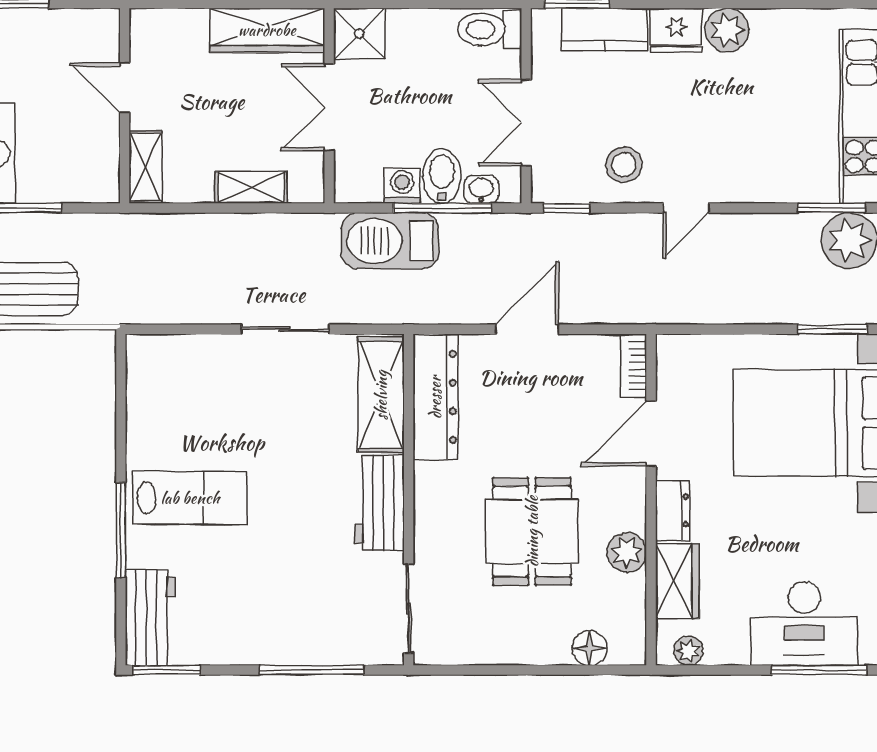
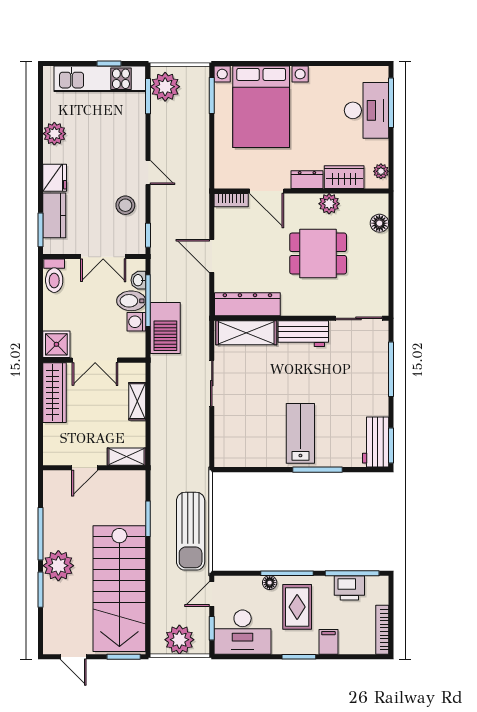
plant: (727, 30) -> (54, 134), moved
workbench: (150, 618) -> (376, 442), moved, turned -90

